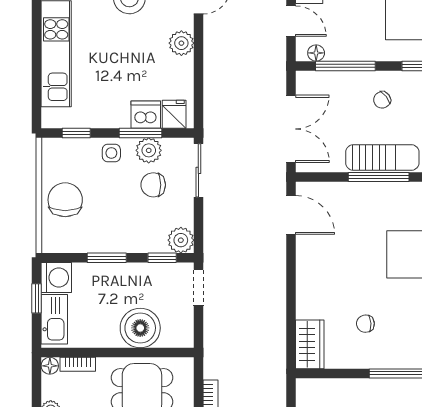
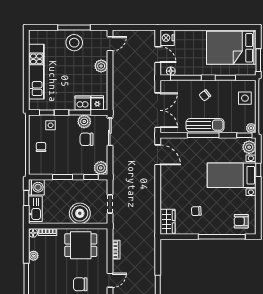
side table: (111, 153) -> (51, 125), moved
chair: (65, 200) -> (41, 147), width x0.54, depth x0.54
doorway: (198, 288) -> (110, 204), moved

